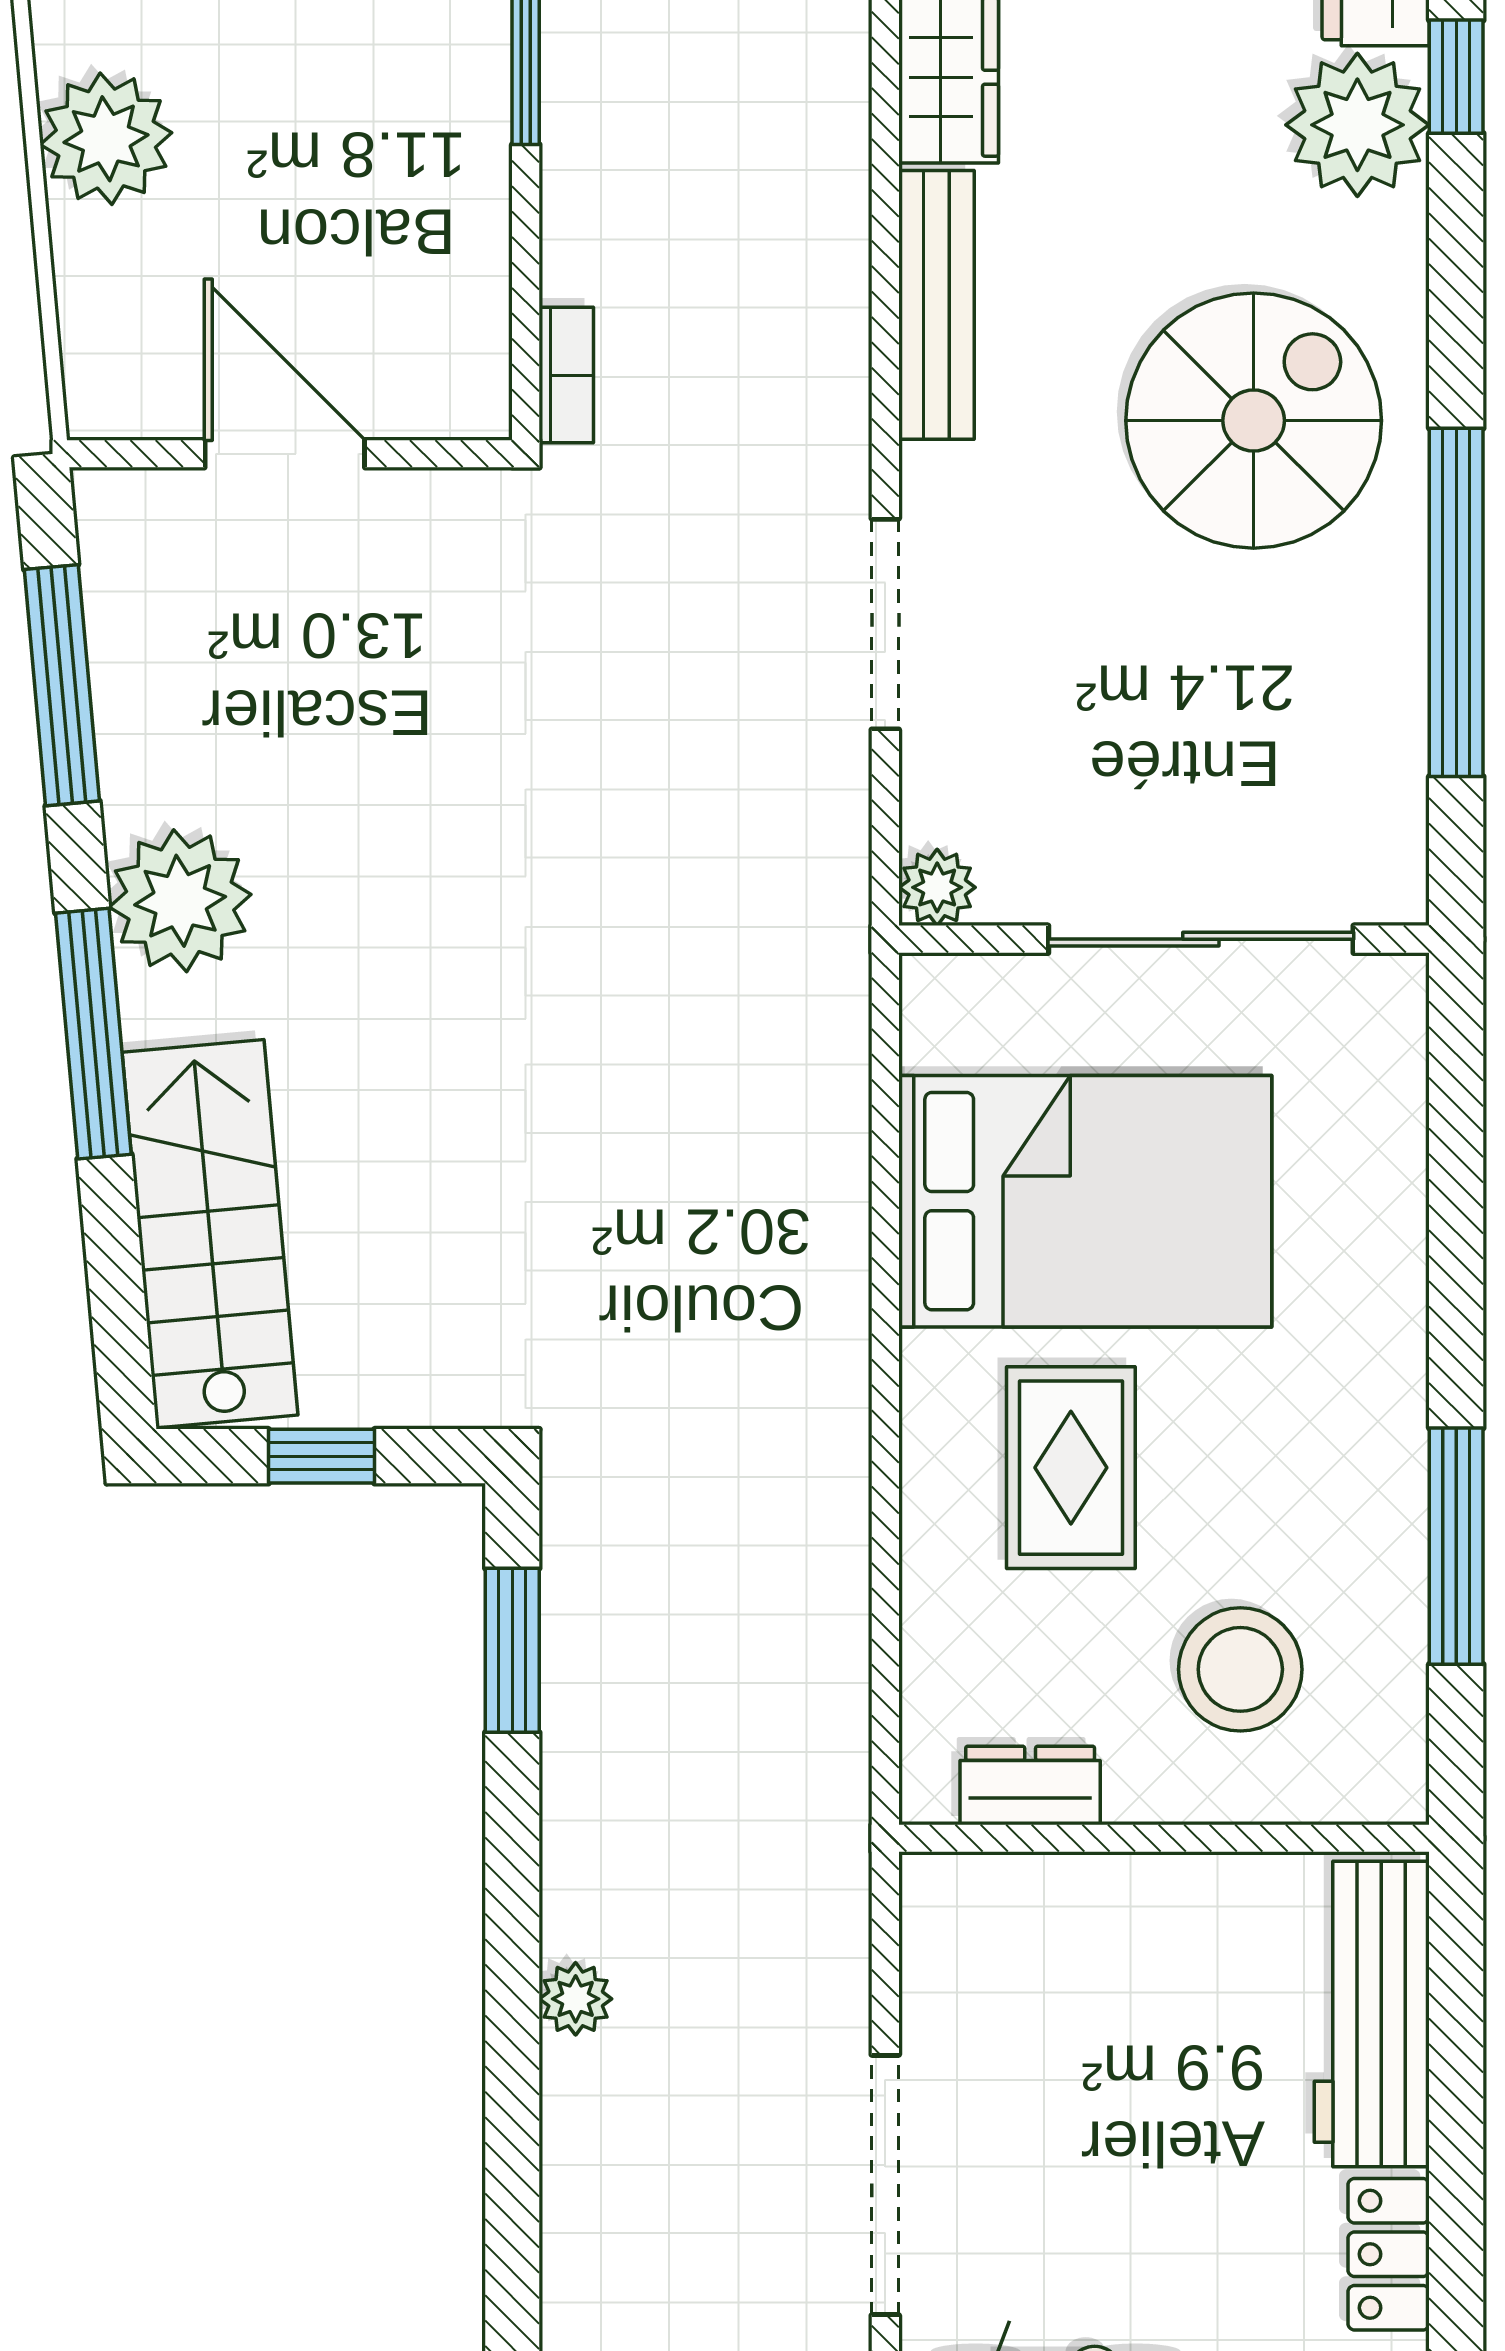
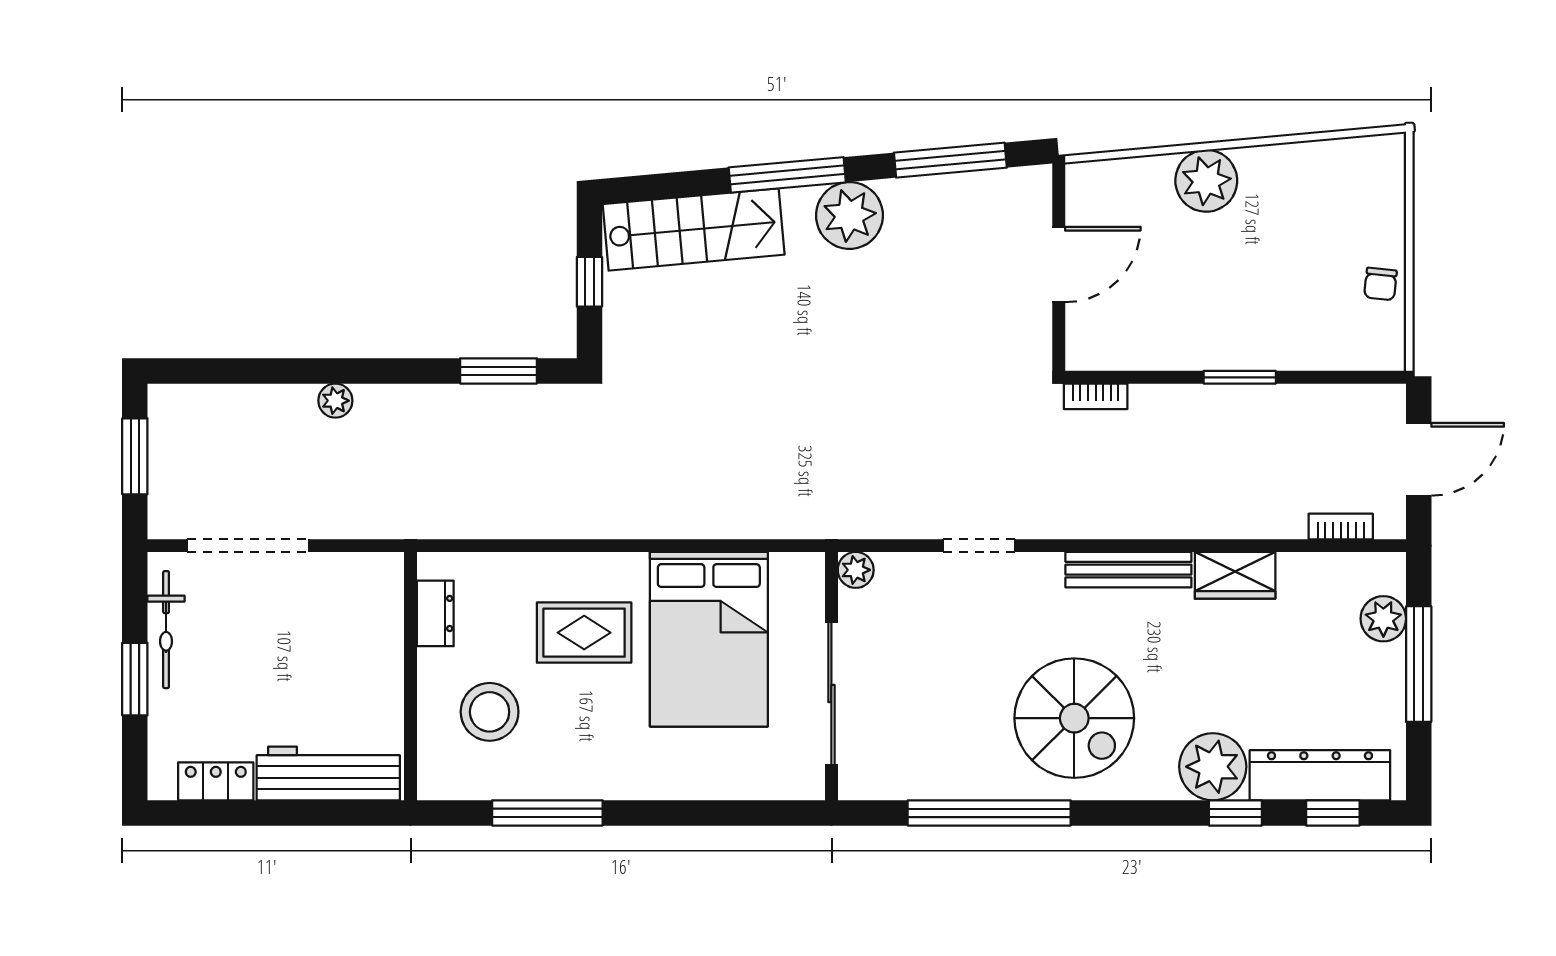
doorway: (885, 624) -> (979, 546), width x0.73

